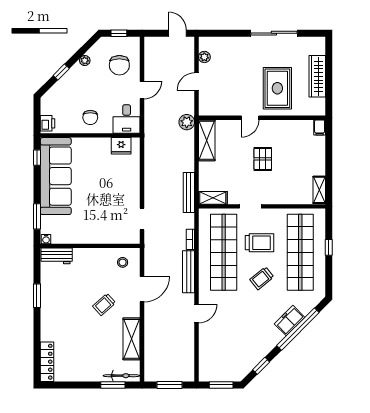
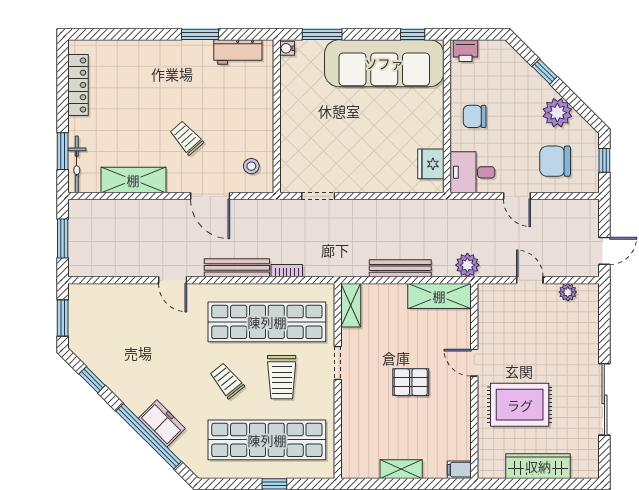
plant: (85, 61) -> (557, 113), width x1.88, depth x1.88
shelving: (319, 190) -> (401, 469), moved
bench: (189, 192) -> (400, 268), moved
workbench: (57, 256) -> (238, 52), moved, turned -90
locker: (47, 362) -> (78, 85), moved, turned -90

